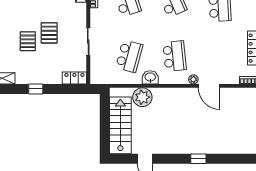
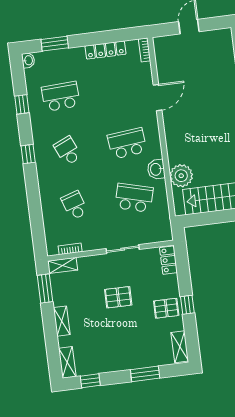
pallet: (28, 41) -> (166, 308), moved
plant: (193, 79) -> (152, 117), removed

